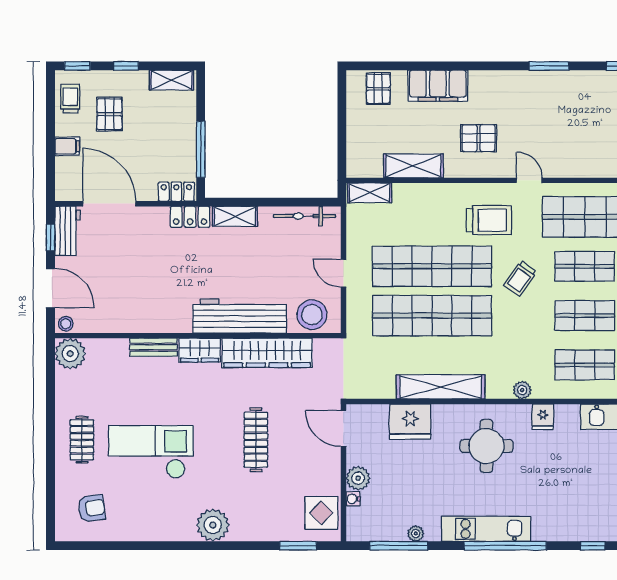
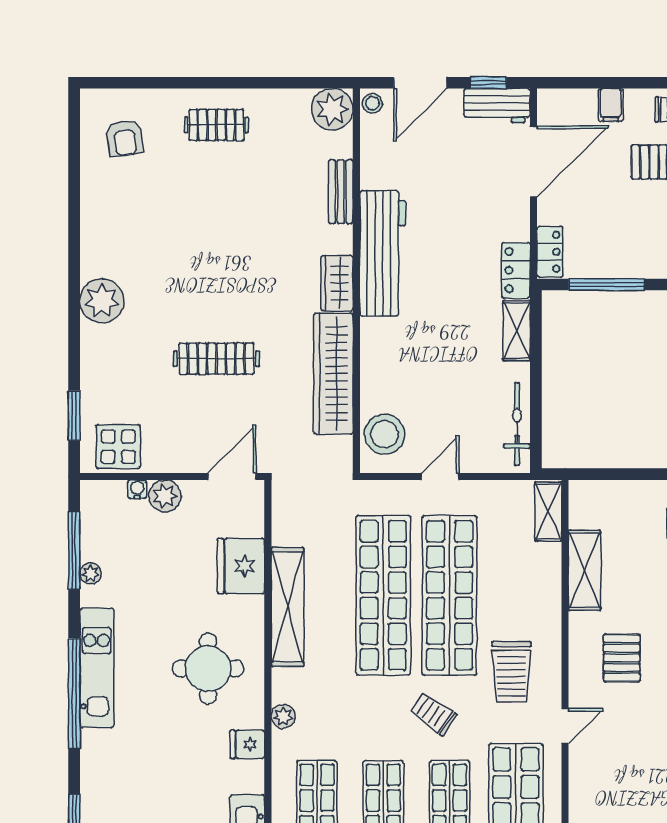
workbench: (240, 316) -> (383, 253), moved
bench: (154, 347) -> (341, 192), moved
checkout: (151, 452) -> (200, 218), removed

